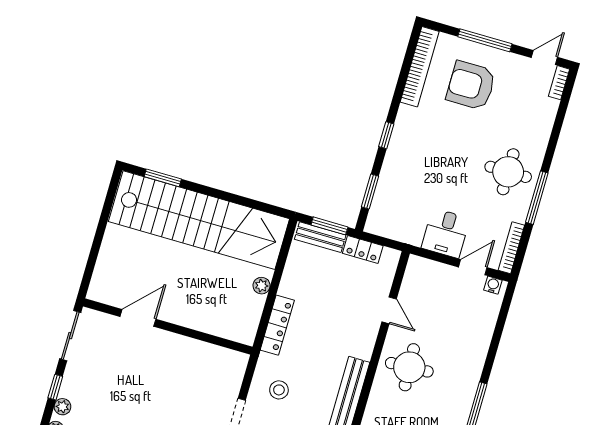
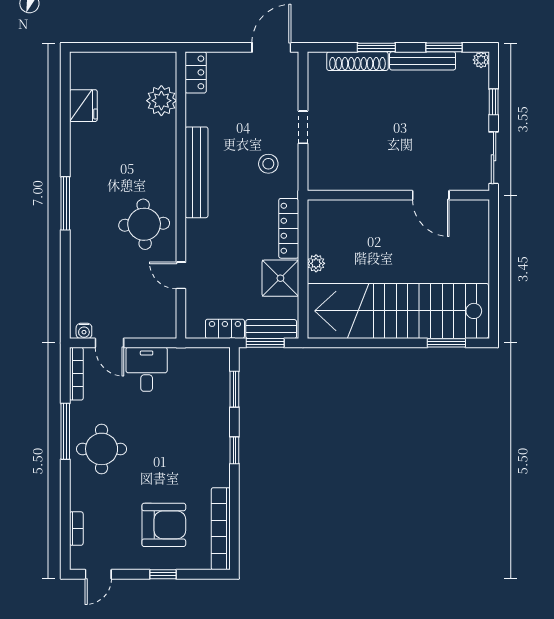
window: (485, 40) -> (163, 574), width x0.46
bookcase: (559, 83) -> (76, 529), moved
door: (473, 267) -> (109, 343), hinge flipped
shower: (298, 281) -> (280, 278), added
door: (138, 318) -> (431, 195), hinge flipped
plant: (62, 407) -> (481, 84), removed

